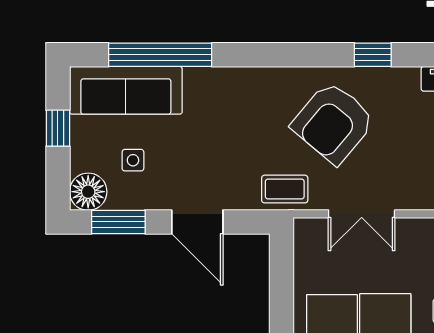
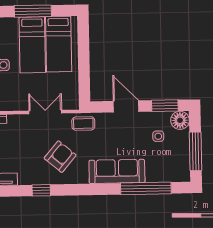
sofa: (126, 90) -> (117, 171), moved
armchair: (333, 123) -> (60, 157), width x0.73, depth x0.73
window: (58, 128) -> (195, 151), width x2.17

